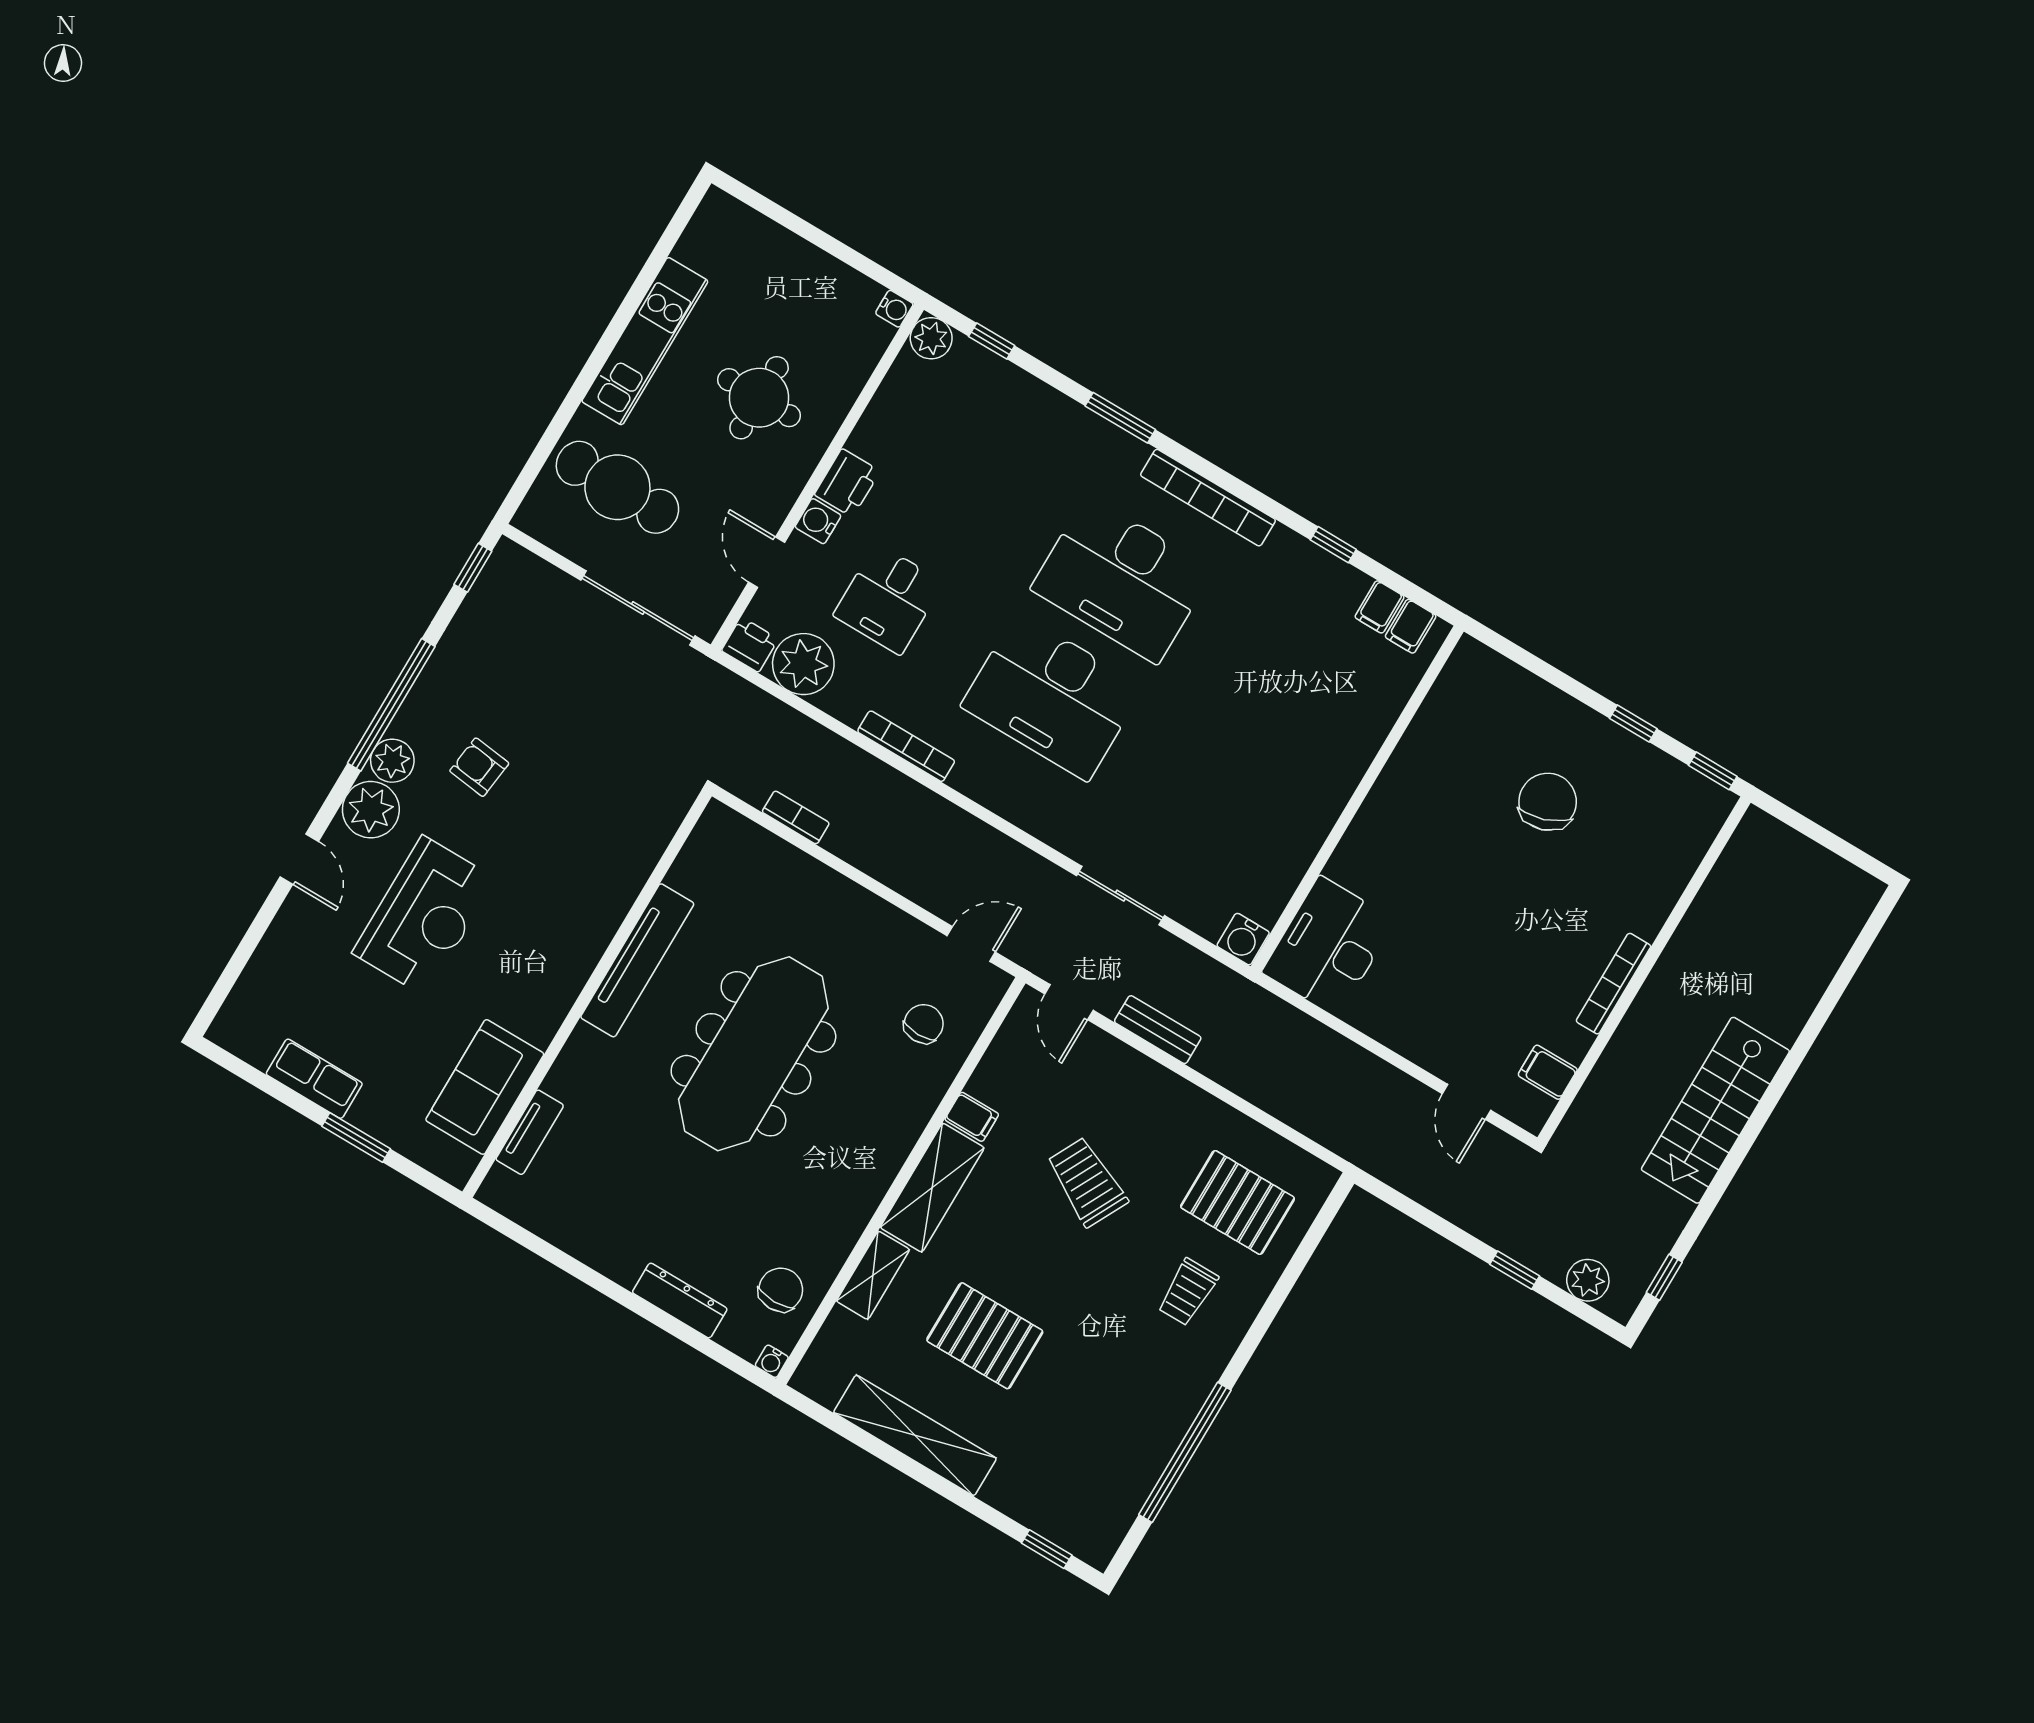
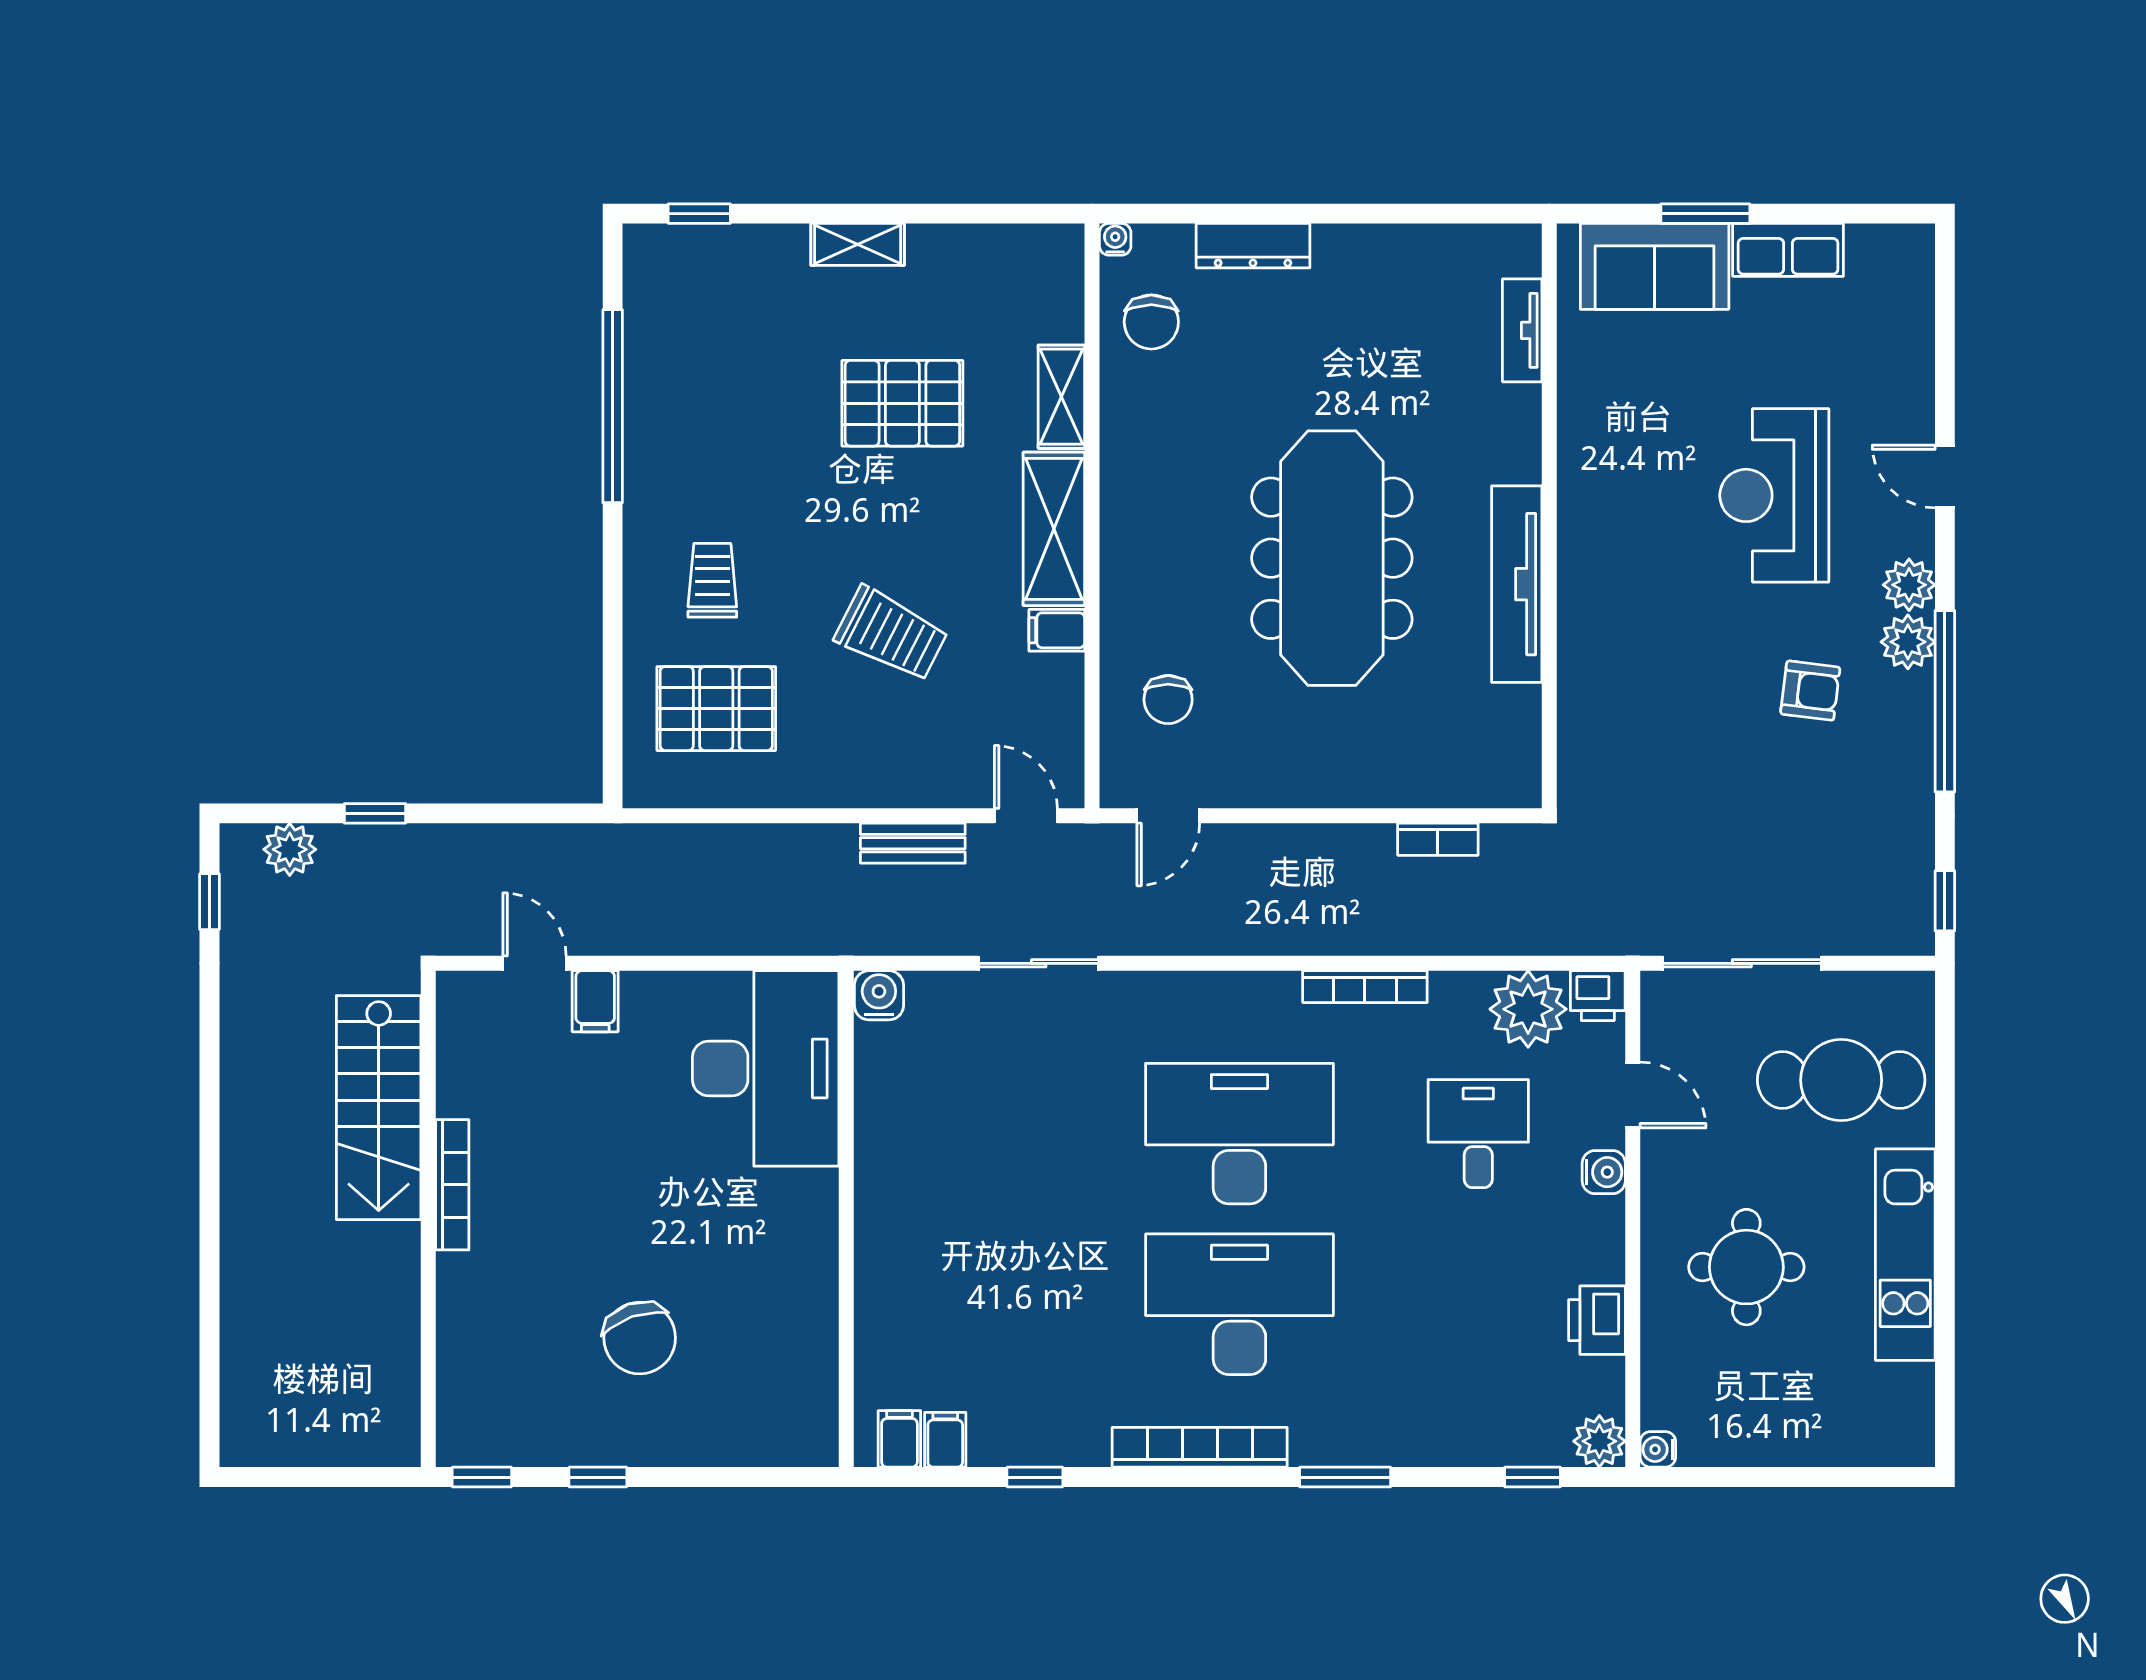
printer: (847, 483) -> (1597, 1320), moved
plant: (371, 810) -> (1909, 585), width x0.73, depth x0.73
desk: (1329, 946) -> (766, 1068), width x1.36, depth x1.30
filing cabinet: (1548, 1072) -> (595, 1001), moved, turned 90
sofa: (485, 1087) -> (1655, 266), moved, turned 90
stairs: (1715, 1110) -> (379, 1108), moved, turned 180
shelving: (915, 1435) -> (858, 244), width x0.45, depth x0.75

